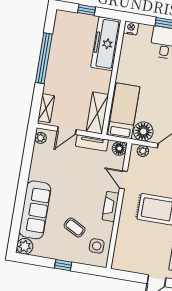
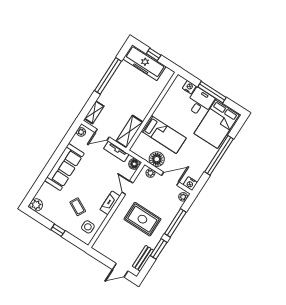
nightstand: (131, 28) -> (189, 87), moved
freezer: (106, 44) -> (144, 63), moved, turned -90
bed: (124, 111) -> (164, 135), moved, turned 90
sofa: (35, 210) -> (64, 167), moved

